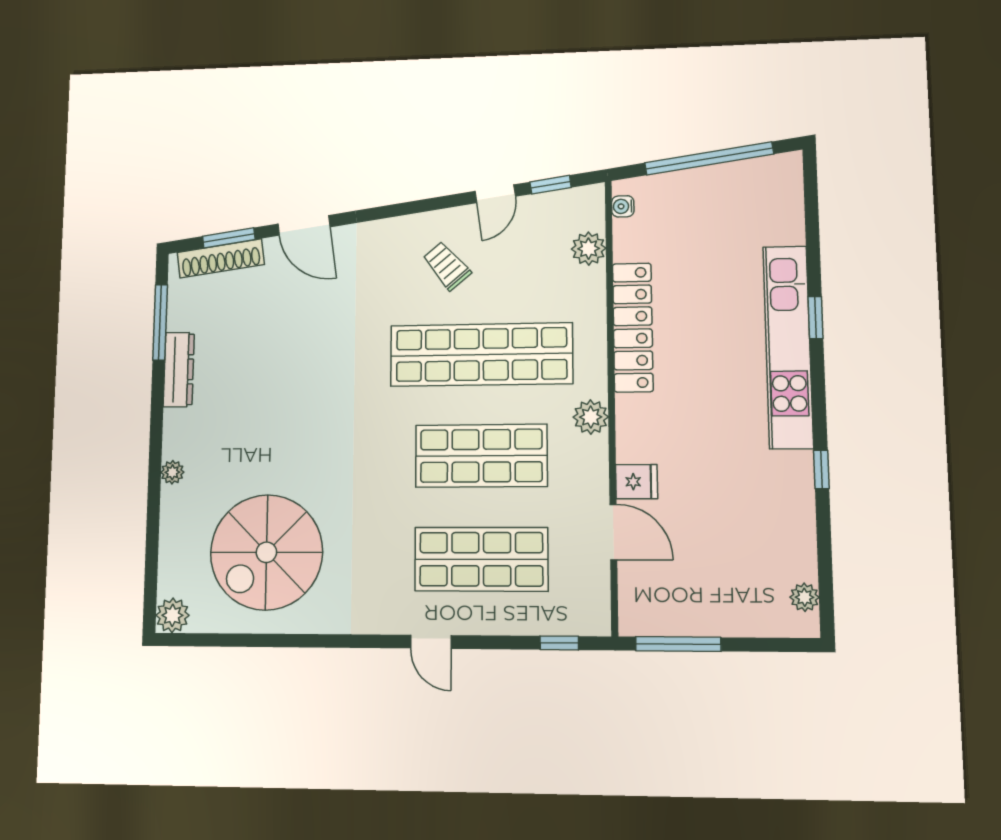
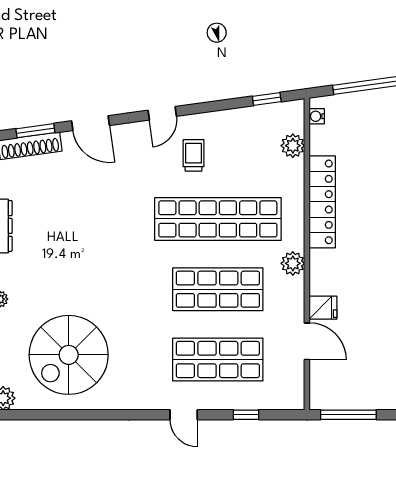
door: (495, 194) -> (162, 113), moved
trolley: (447, 266) -> (194, 155), turned 40
window: (559, 643) -> (246, 415), moved

